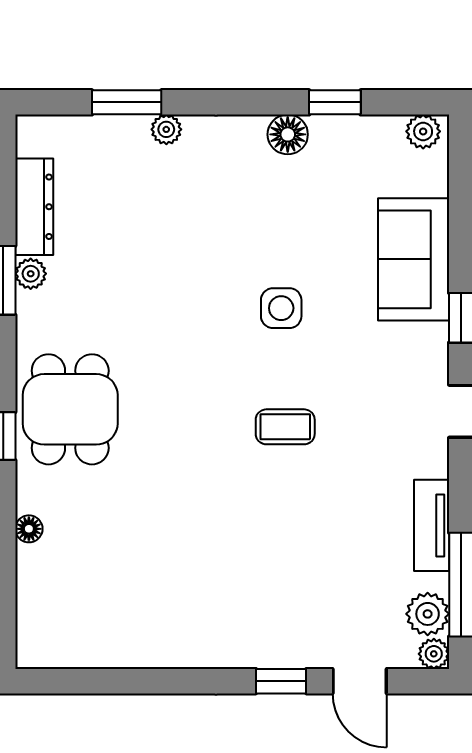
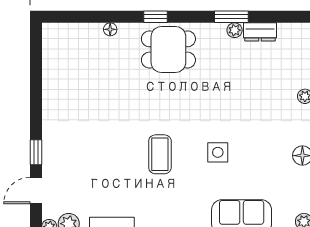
dresser: (34, 207) -> (260, 32), width x0.70
coffee table: (285, 427) -> (160, 154), width x1.36, depth x1.30

